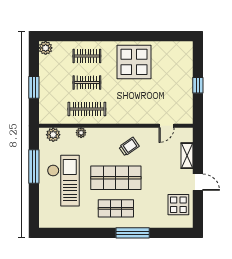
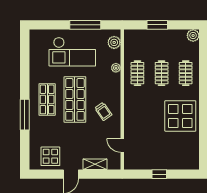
clothes rail: (87, 109) -> (137, 73), width x0.73

